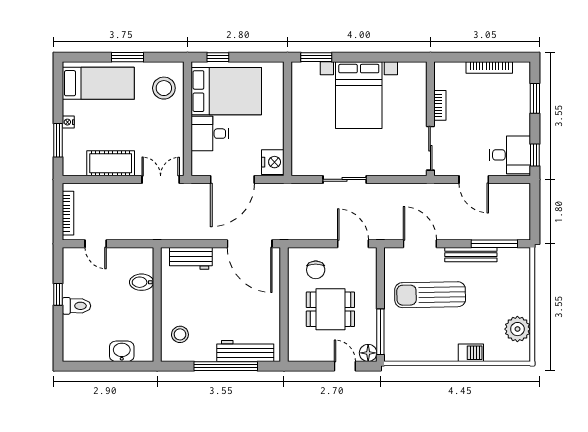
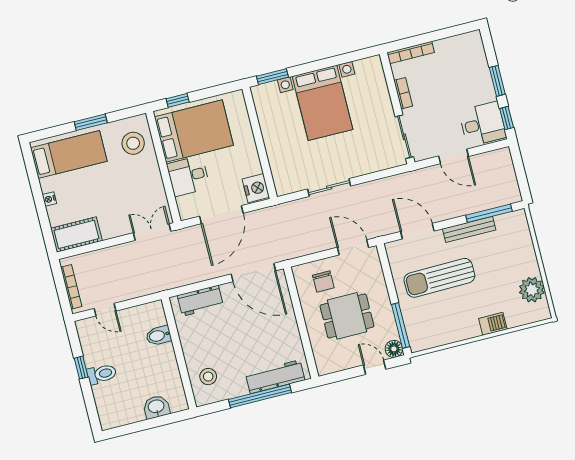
bookcase: (489, 68) -> (411, 53), moved
window: (535, 98) -> (497, 81), moved
window: (58, 140) -> (44, 219), removed
cot: (111, 163) -> (76, 234), moved

